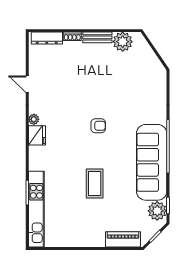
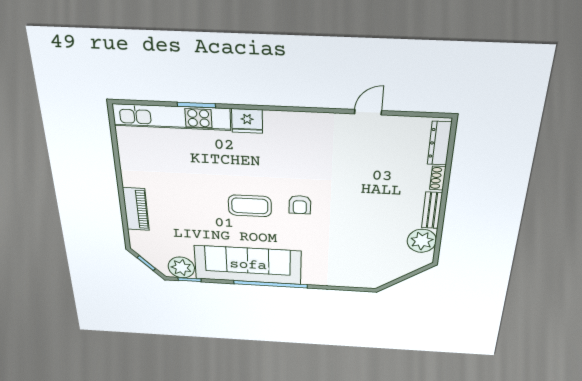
plant: (34, 119) -> (312, 119), removed
fridge: (37, 135) -> (247, 121), moved
coffee table: (95, 183) -> (250, 206), moved
piano: (123, 239) -> (136, 209), moved

